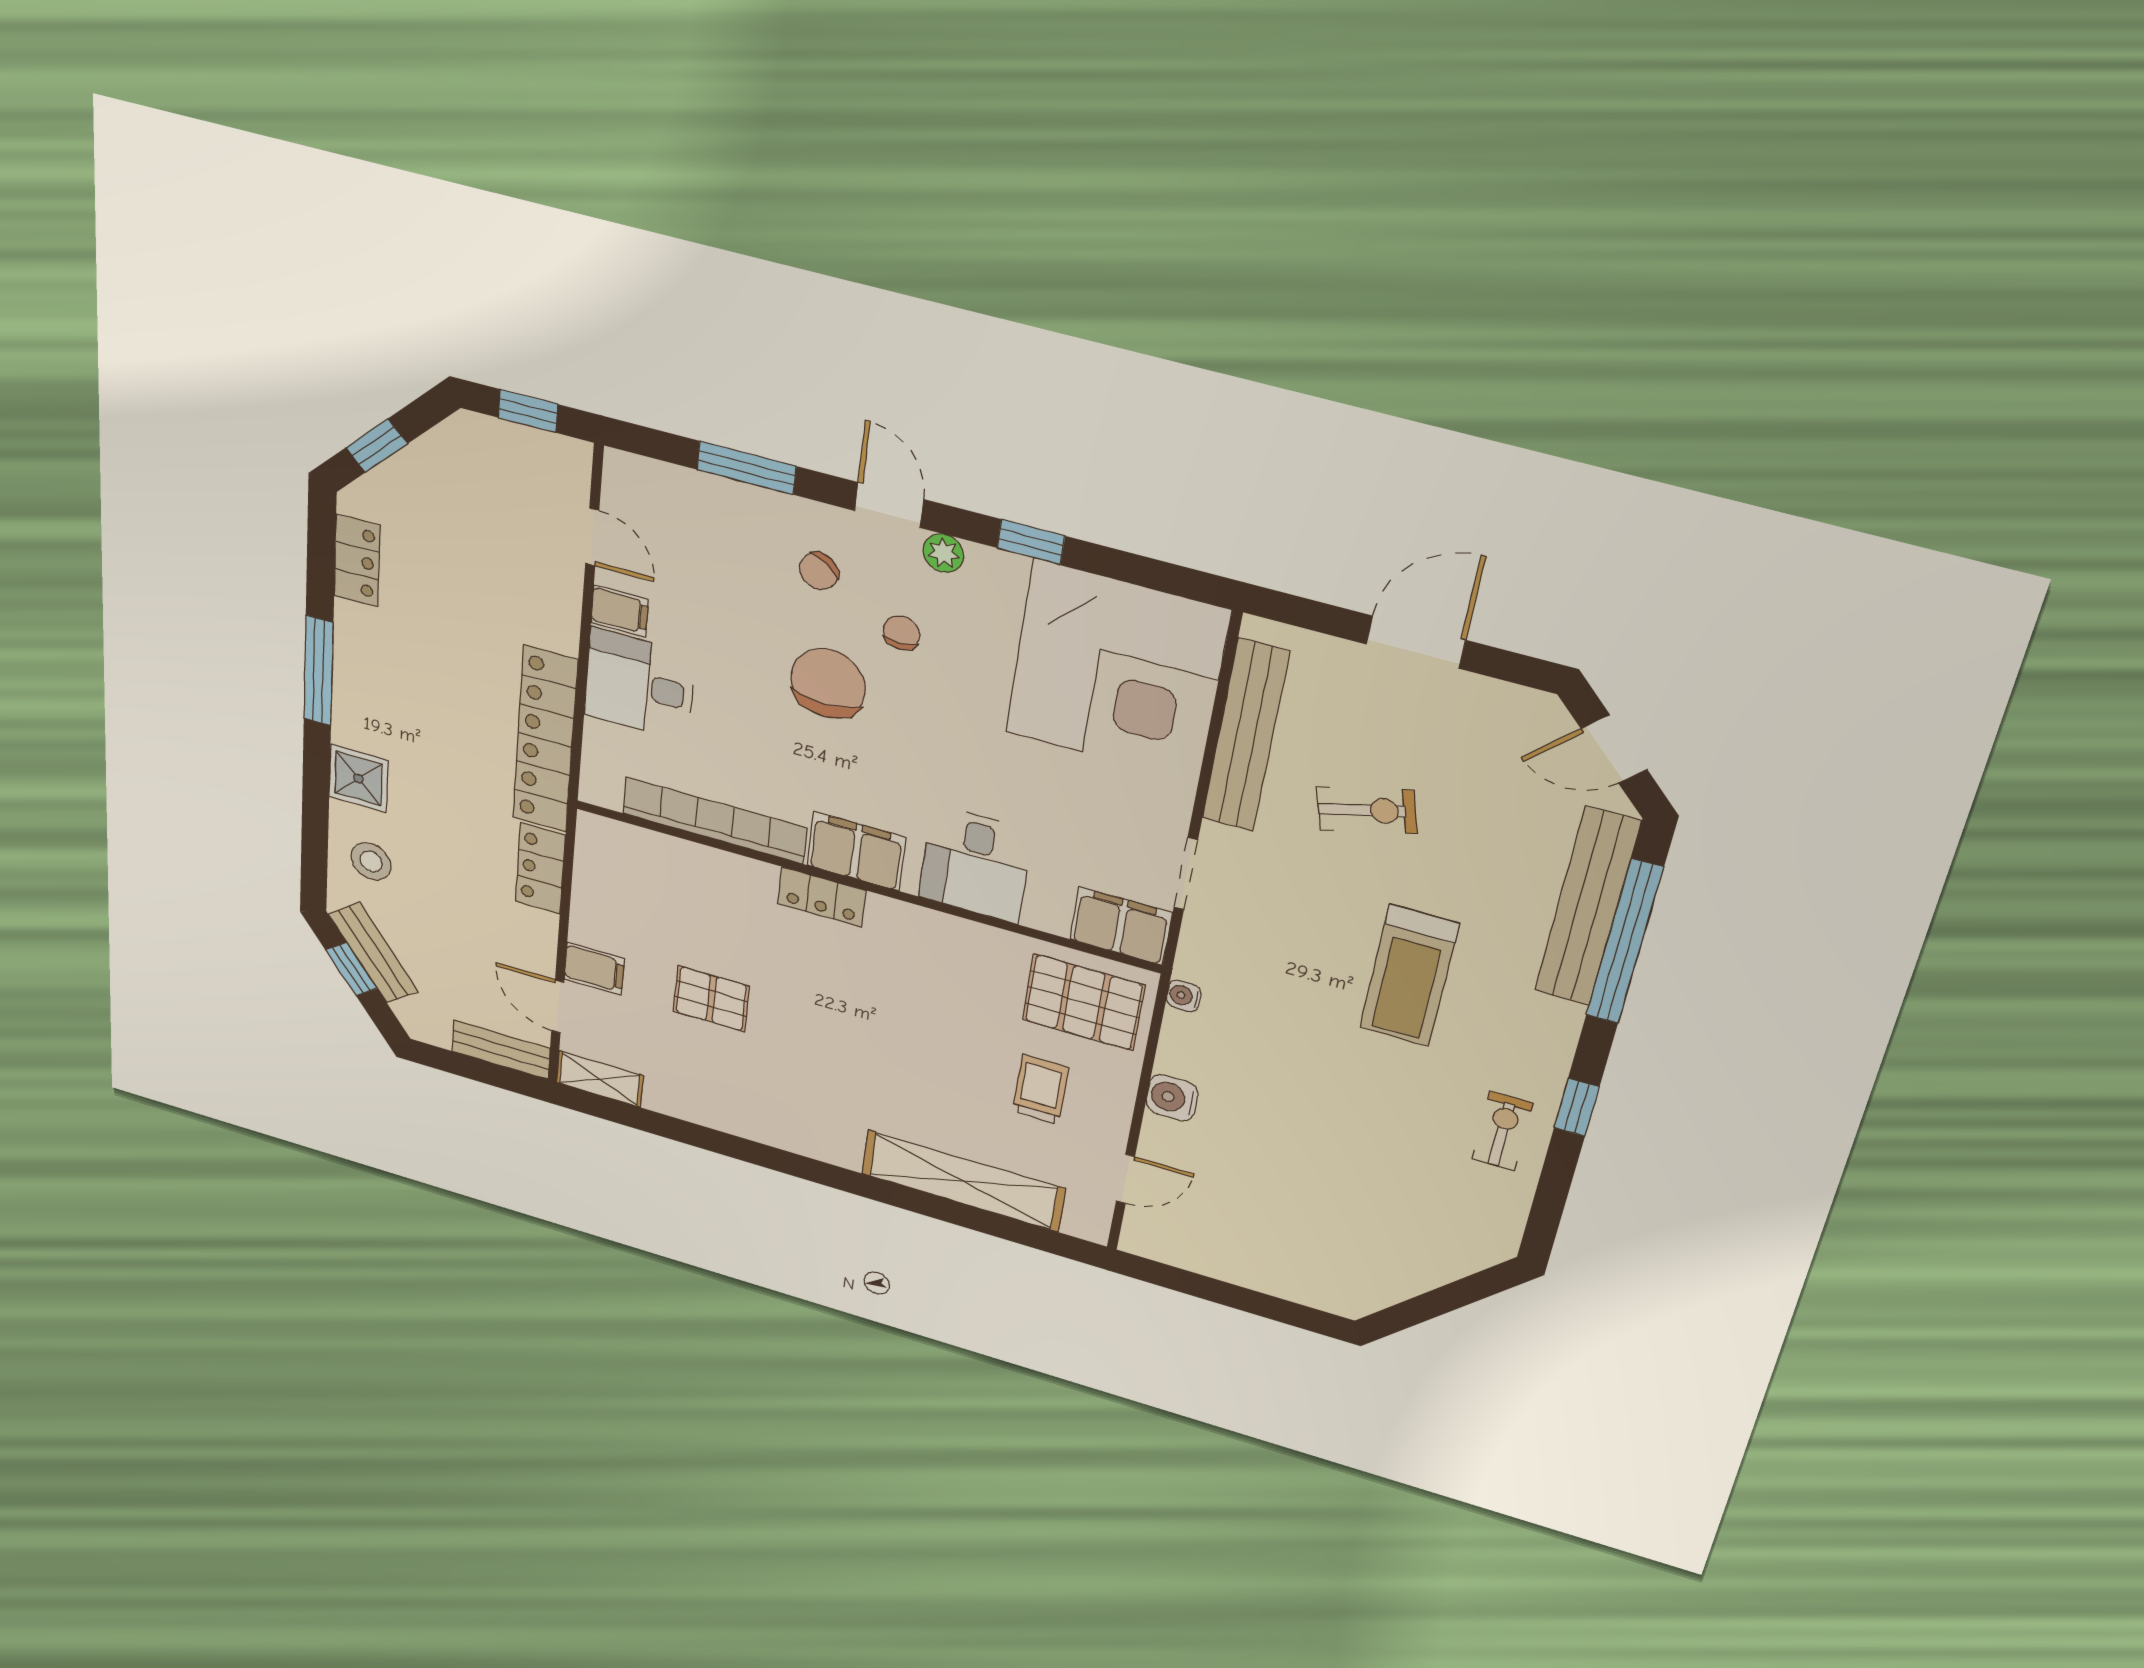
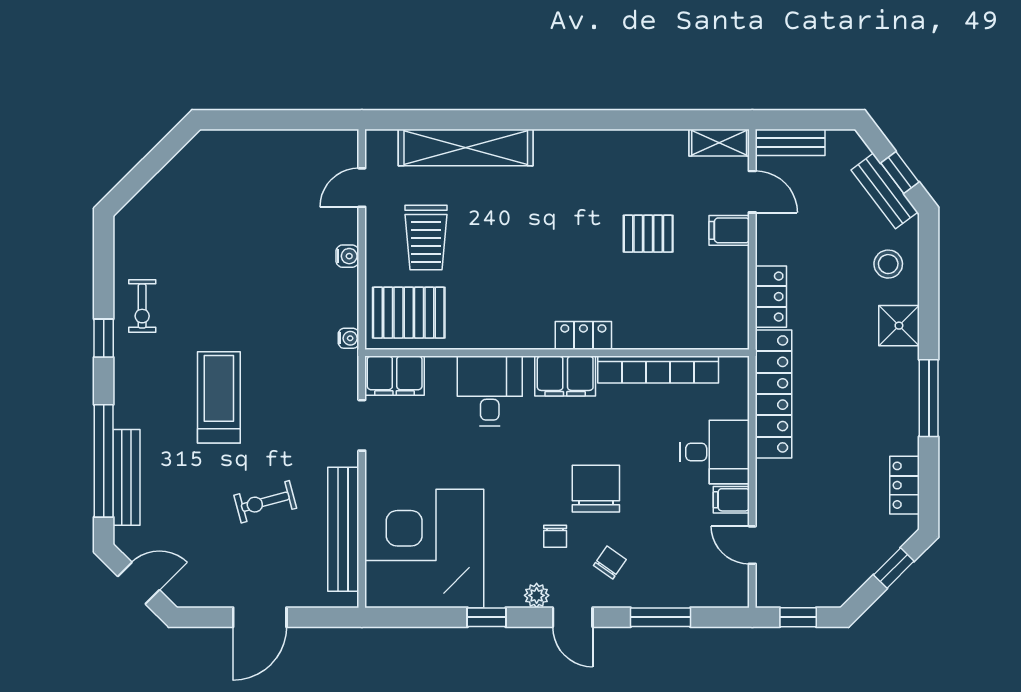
chair: (828, 684) -> (596, 489), turned 180
bench: (1587, 907) -> (127, 477), width x0.73, depth x0.82
trolley: (1040, 1090) -> (426, 238), width x1.36, depth x1.39
water cooler: (1172, 1098) -> (347, 256), width x0.72, depth x0.72

